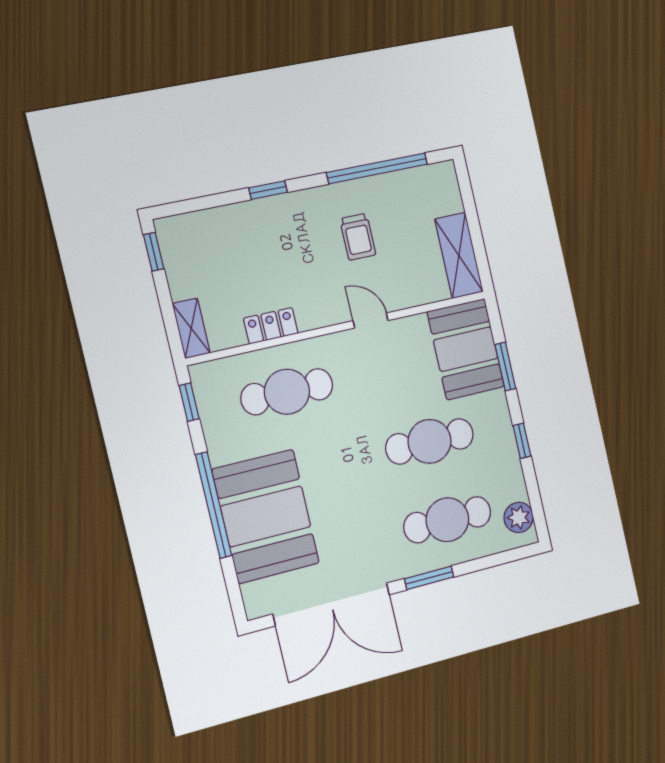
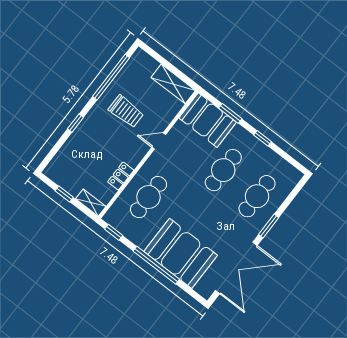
trolley: (358, 237) -> (126, 111), width x1.36, depth x1.39
window: (154, 252) -> (64, 194), moved
plant: (519, 517) -> (287, 171), removed

